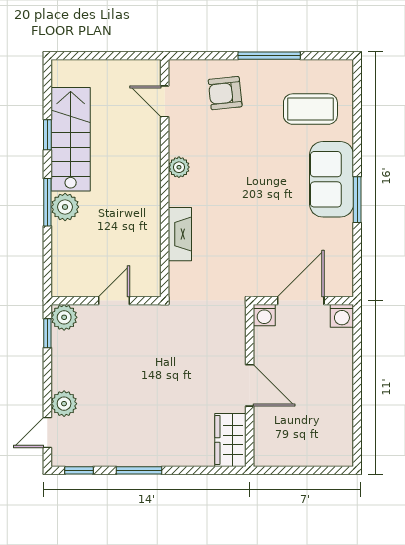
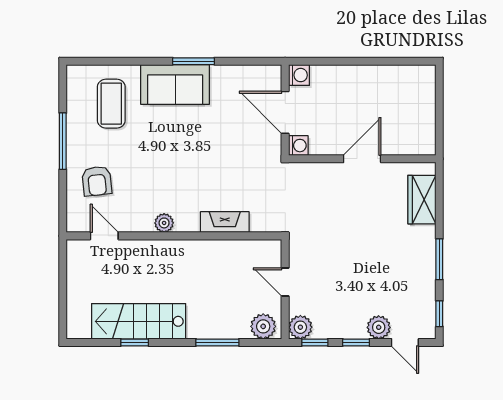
door: (165, 101) -> (104, 236), swing flipped
window: (47, 202) -> (217, 342), moved
plant: (65, 207) -> (263, 326), moved
window: (47, 379) -> (356, 342), added
wardrobe: (230, 440) -> (422, 200), moved, turned 90

